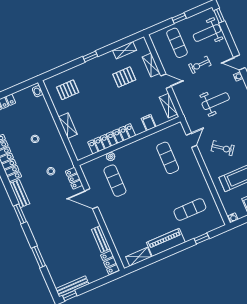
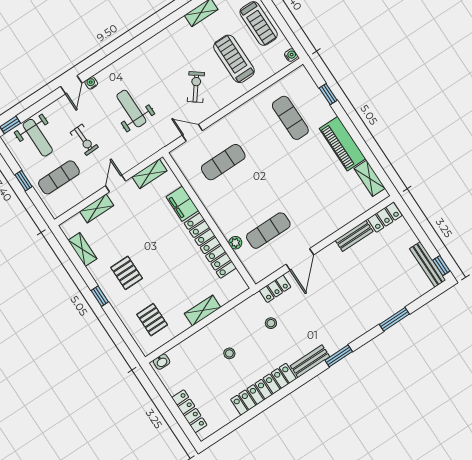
pallet: (124, 77) -> (127, 273), moved
filing cabinet: (149, 123) -> (182, 204), width x2.00

